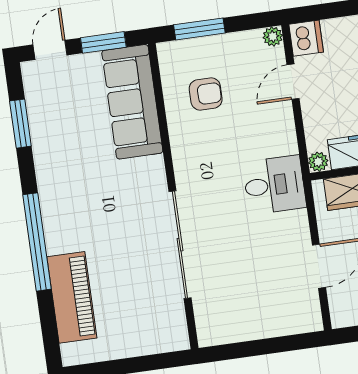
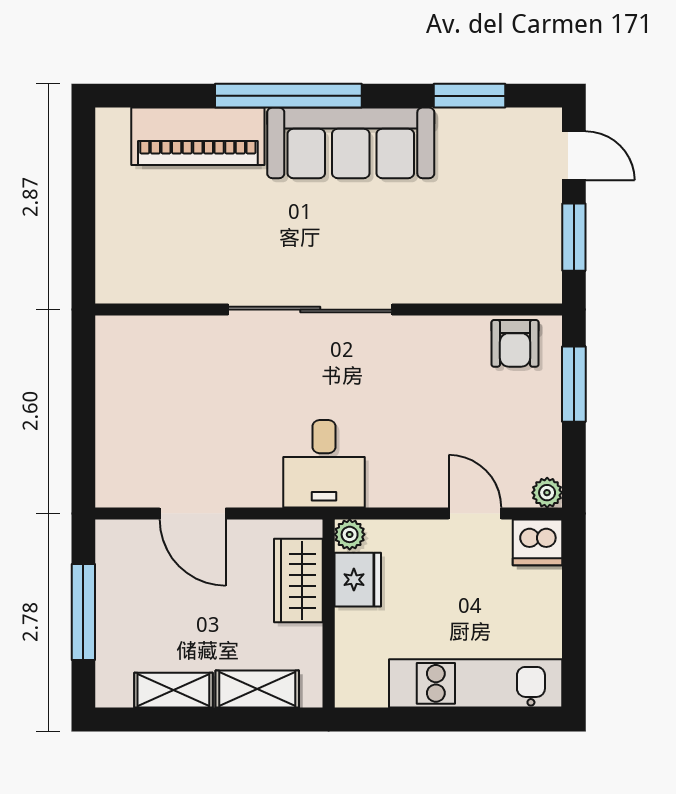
armchair: (206, 94) -> (515, 343), moved
sofa: (132, 102) -> (351, 143), moved, turned 180
sliding door: (180, 245) -> (310, 310), moved

